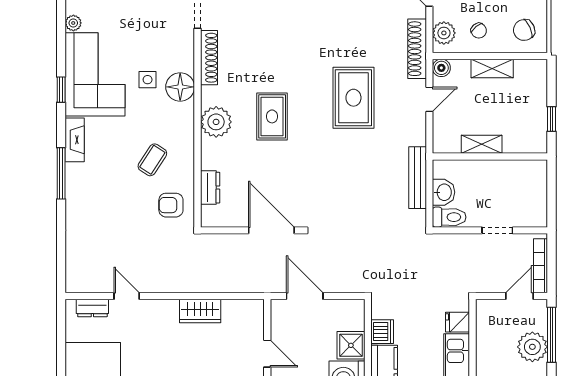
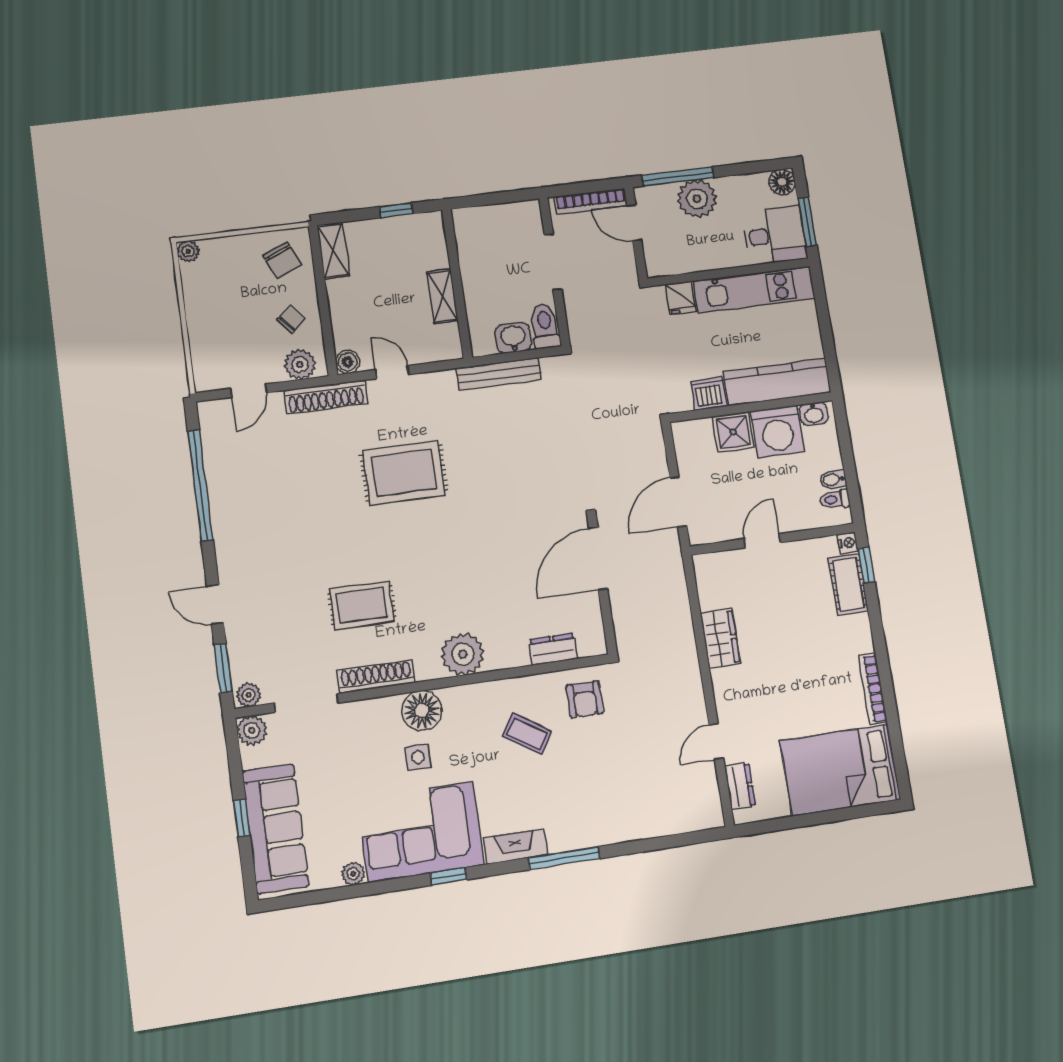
shelving: (492, 68) -> (333, 251), moved
rug: (272, 116) -> (362, 605), moved
doorway: (497, 230) -> (553, 262), width x1.38

